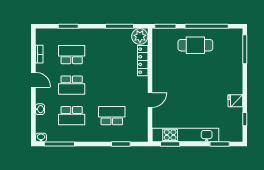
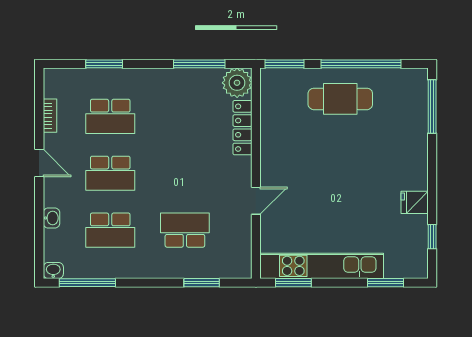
school desk: (72, 55) -> (110, 116), turned 180

